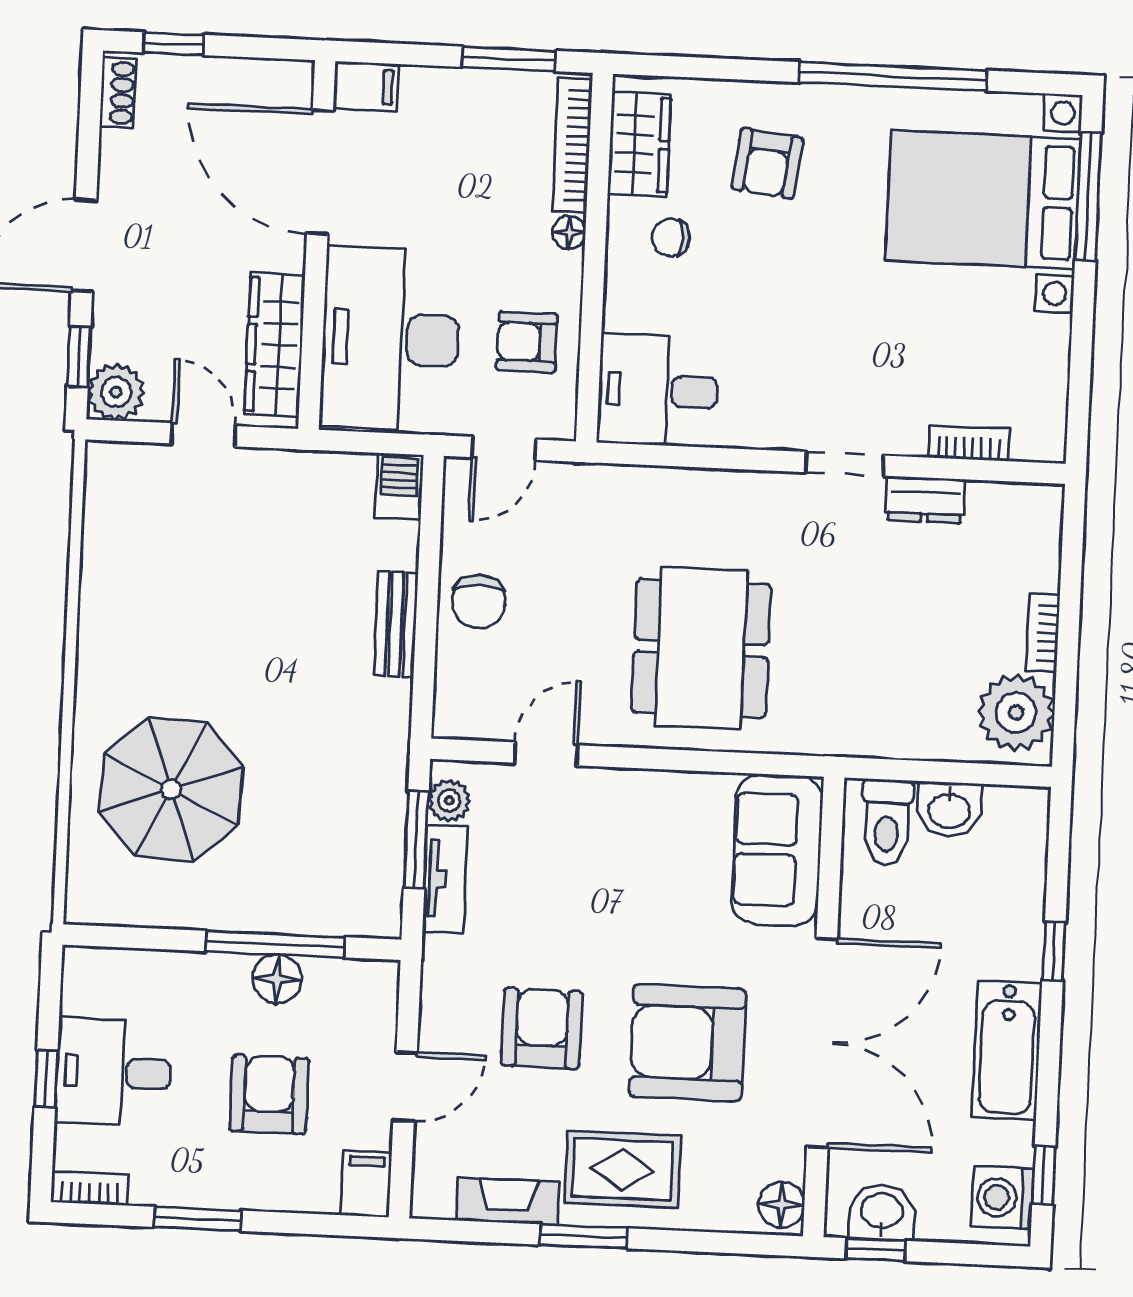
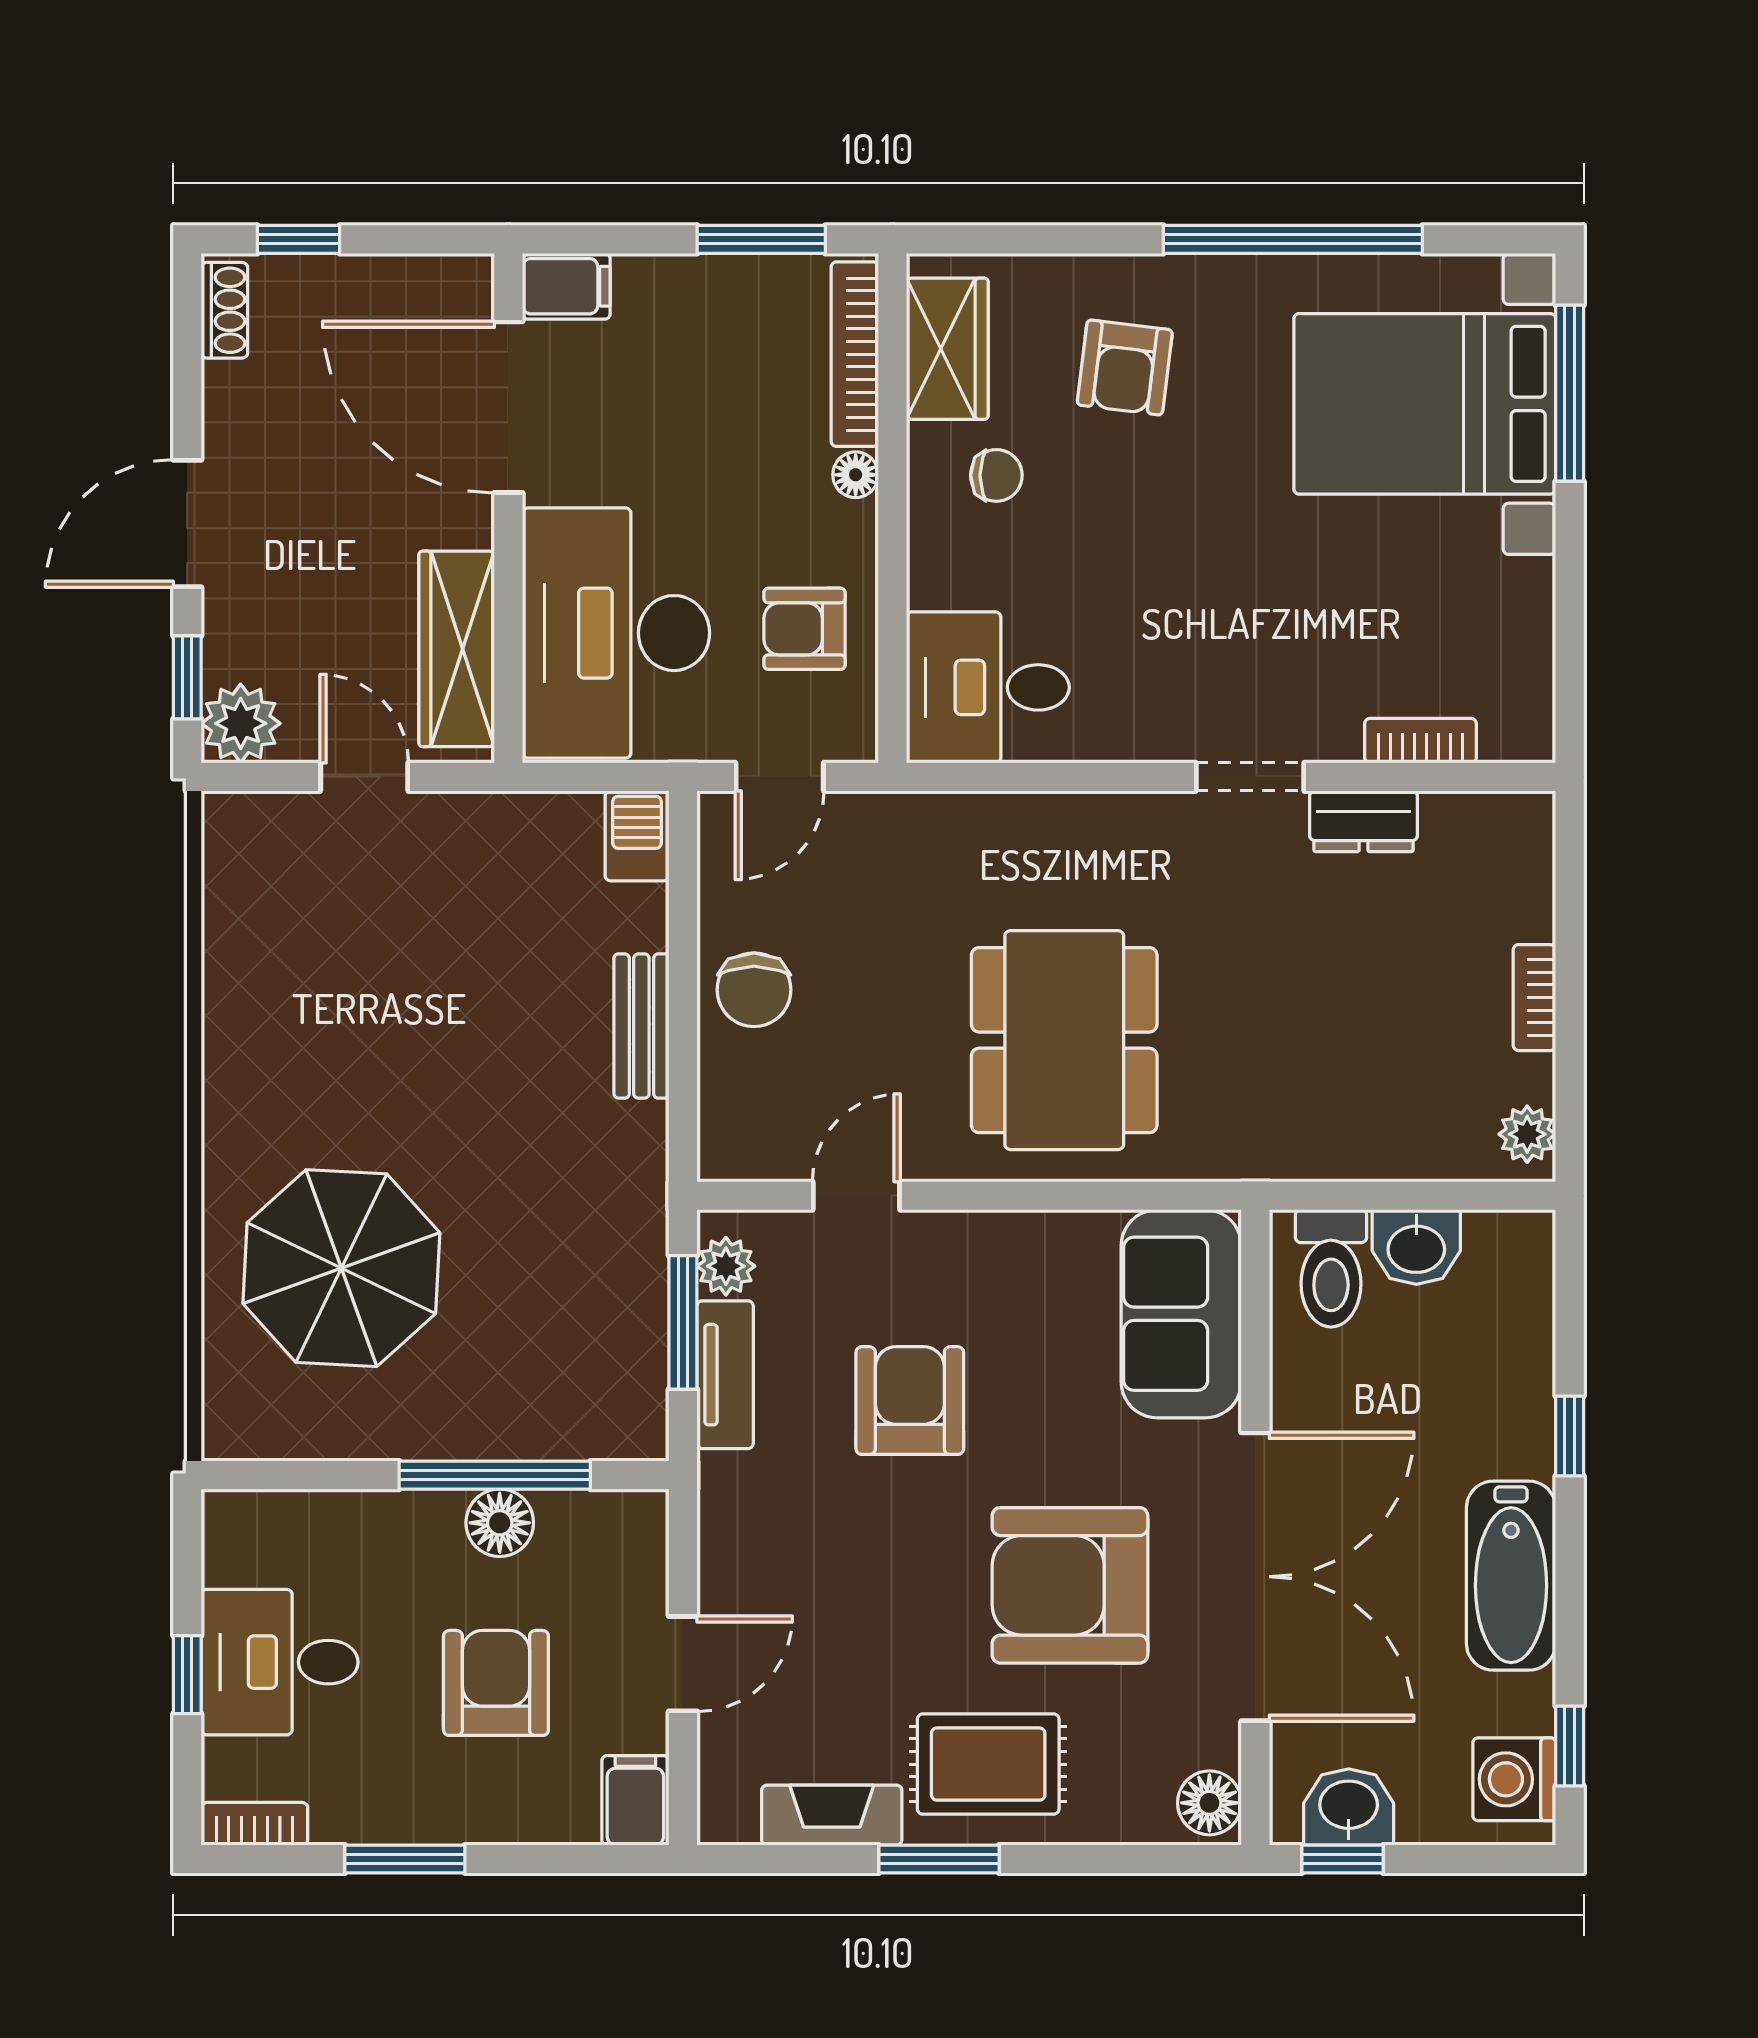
chair: (671, 237) -> (996, 475), turned 180
plant: (1016, 713) -> (1527, 1134), width x0.53, depth x0.53
armchair: (542, 1028) -> (910, 1401), moved

